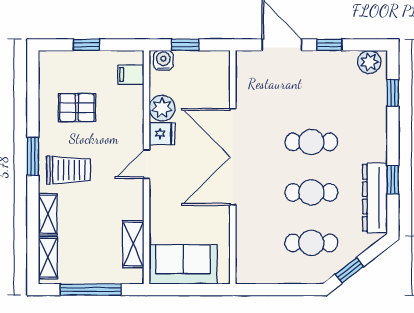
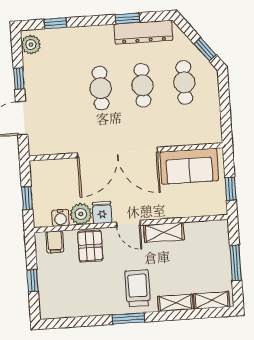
water cooler: (163, 60) -> (61, 218), moved, turned -90
pallet: (77, 108) -> (90, 246), moved
shelving: (133, 244) -> (164, 232), moved
sofa: (183, 264) -> (189, 166), moved, turned -90
window: (91, 290) -> (236, 263), width x0.69
window: (180, 290) -> (231, 189), added

